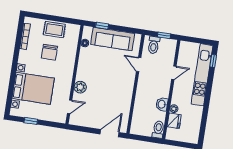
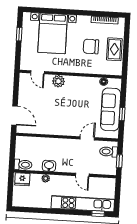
window: (102, 26) -> (122, 114), moved
fridge: (174, 121) -> (22, 179), moved

